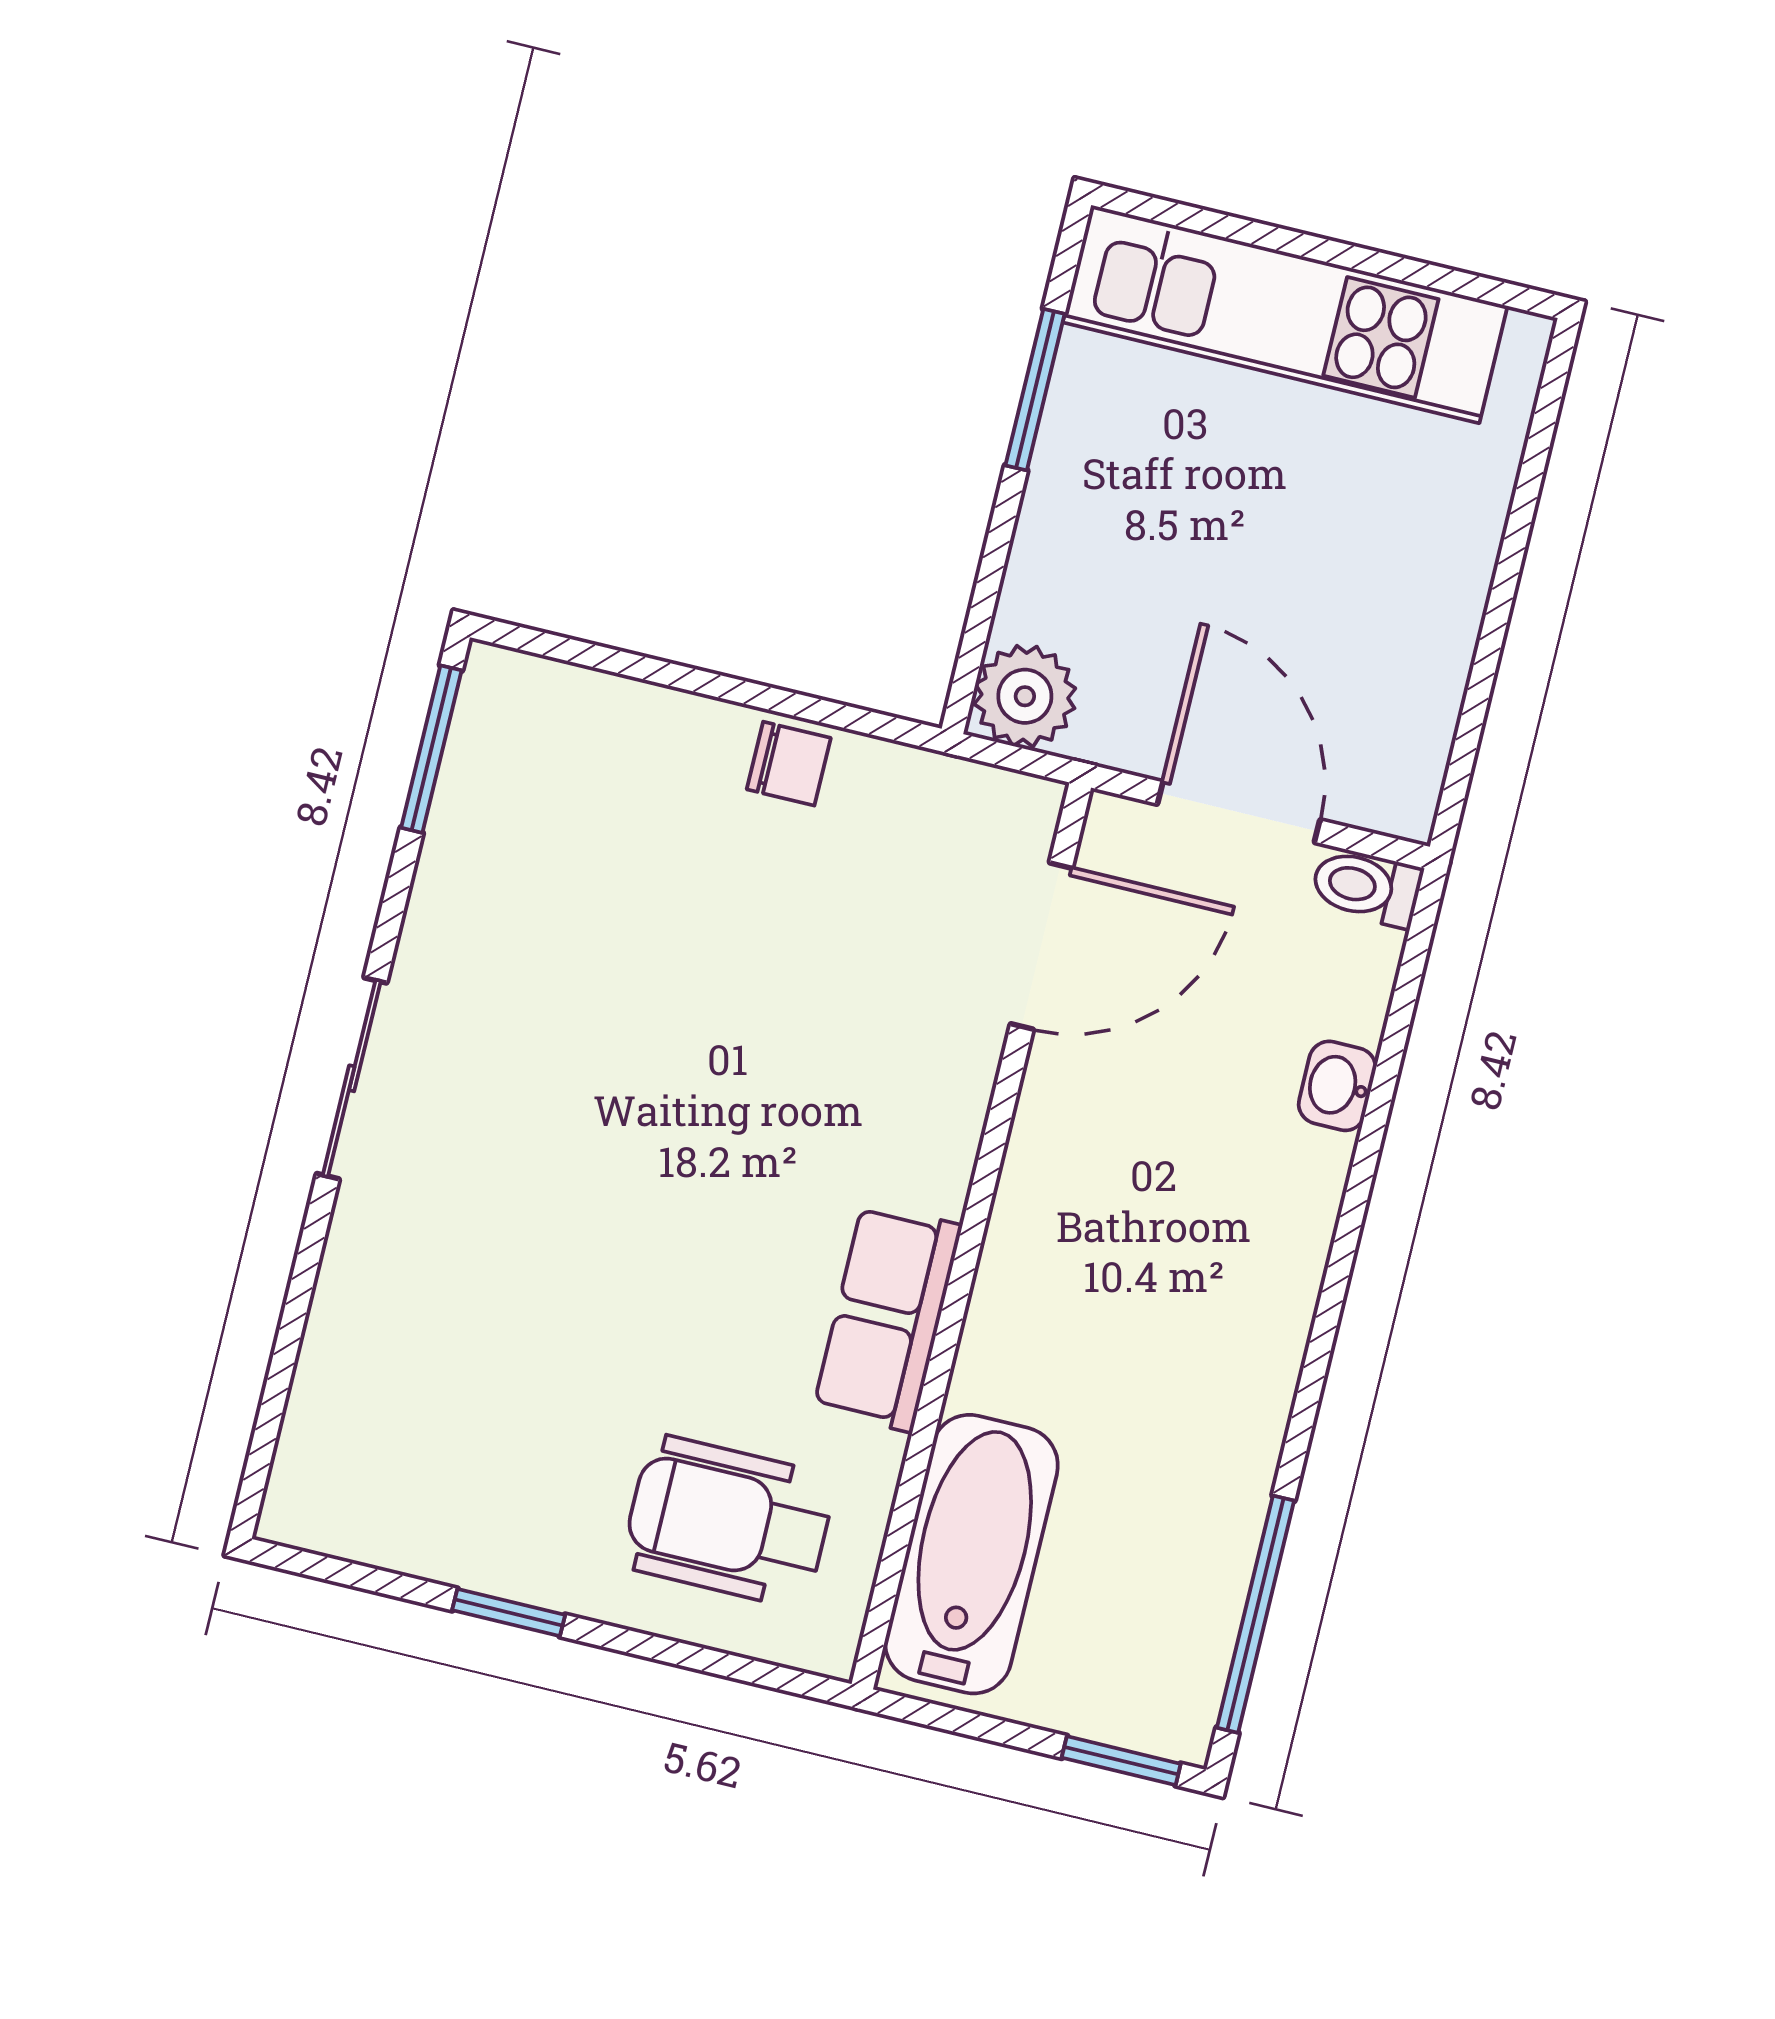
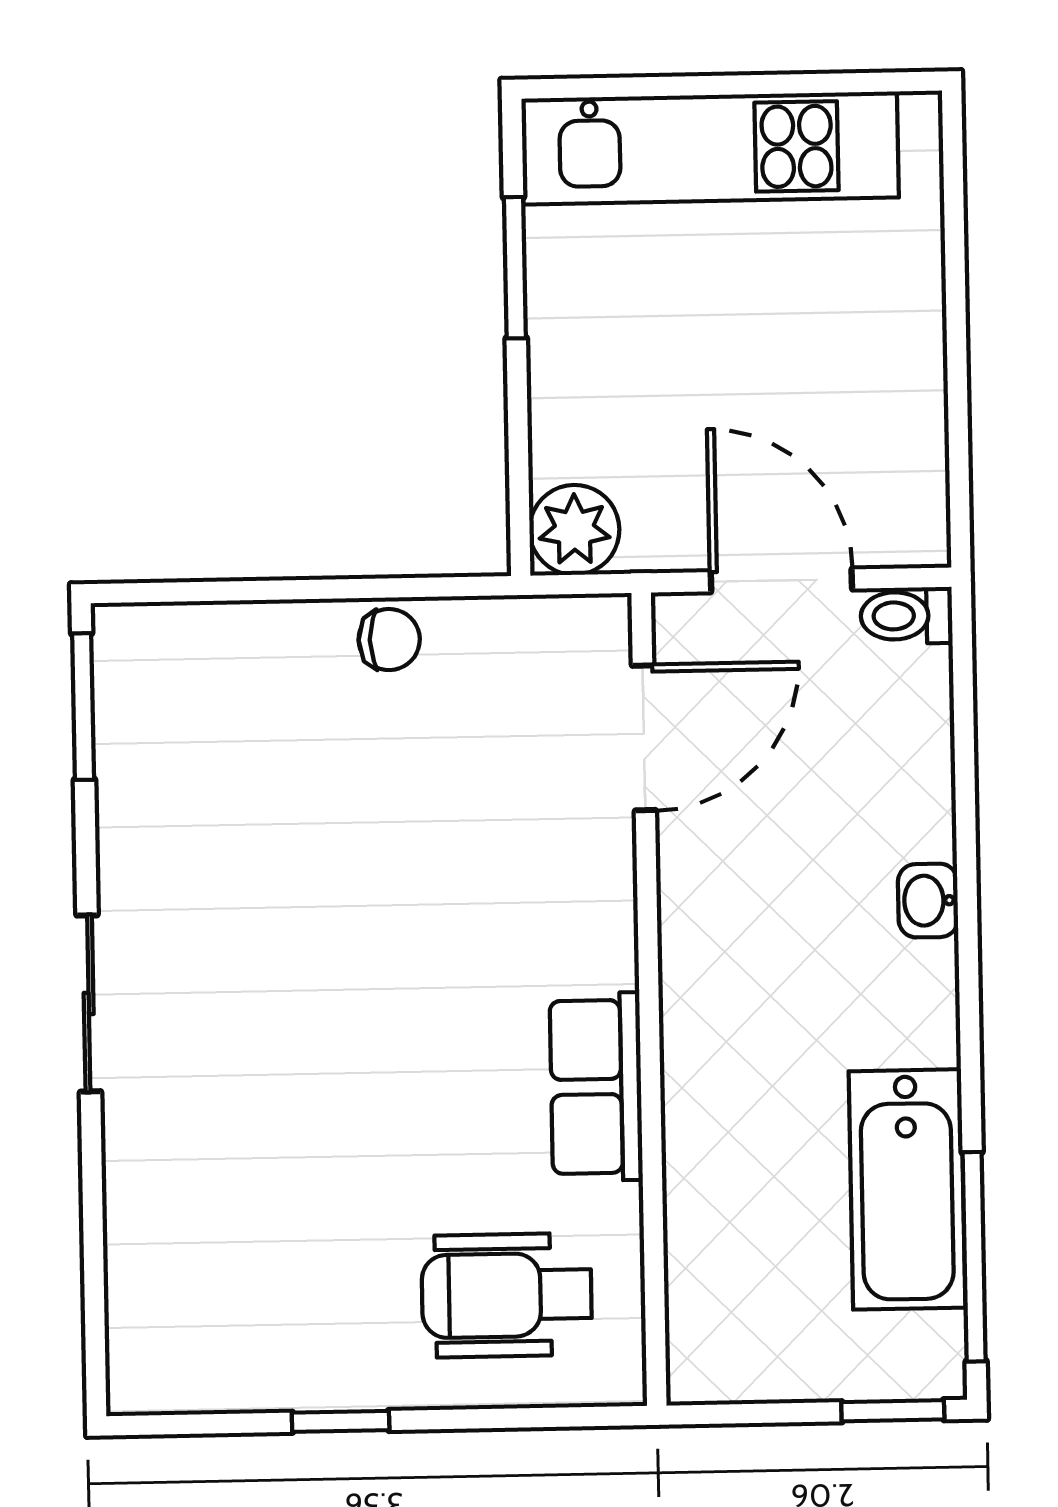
washbasin: (1337, 1086) -> (928, 901), moved
bathtub: (972, 1554) -> (907, 1189), moved, turned 180

